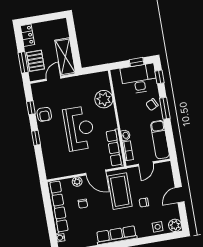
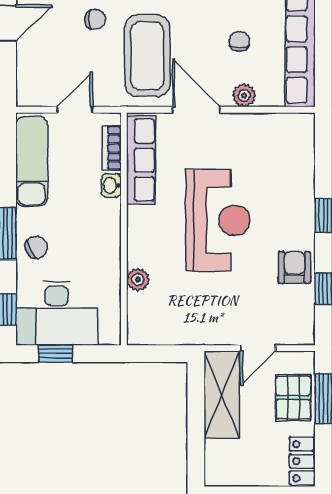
plant: (104, 99) -> (138, 279), width x0.53, depth x0.53
reception desk: (79, 128) -> (218, 220), turned 180

